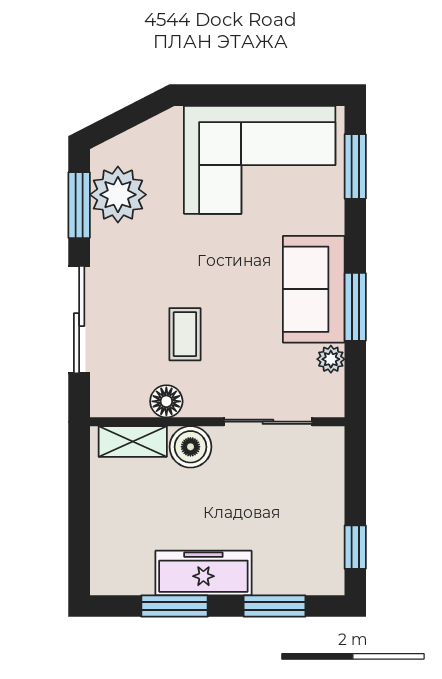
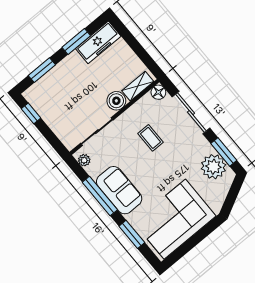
window: (355, 166) -> (132, 234), moved
window: (355, 307) -> (100, 196), width x1.44
plant: (331, 359) -> (84, 160), moved
floor lamp: (166, 401) -> (158, 92), moved
freezer: (203, 573) -> (98, 42), moved

